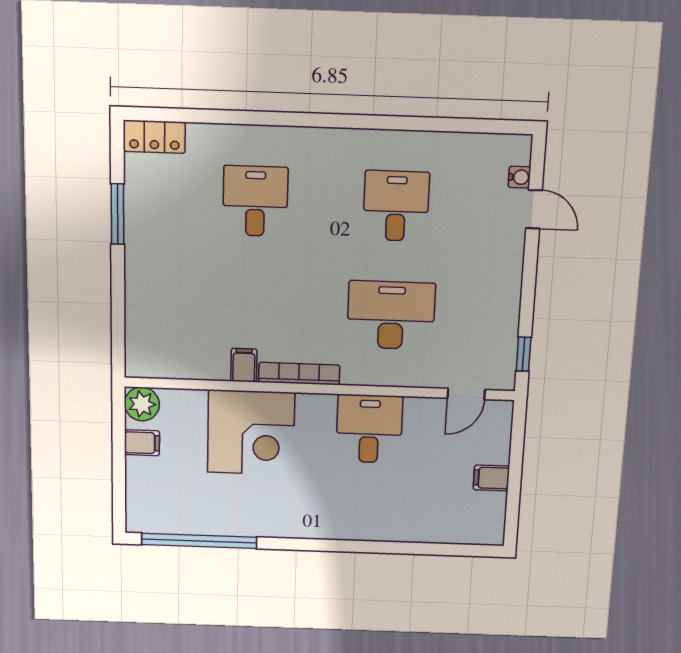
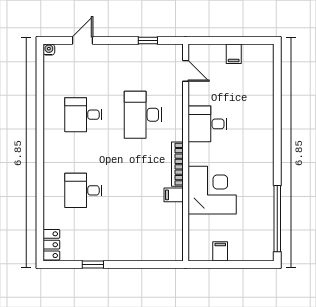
water cooler: (519, 177) -> (49, 50), moved
window: (117, 214) -> (93, 265), width x0.67
window: (524, 354) -> (148, 41), moved
plant: (142, 404) -> (198, 251), removed

